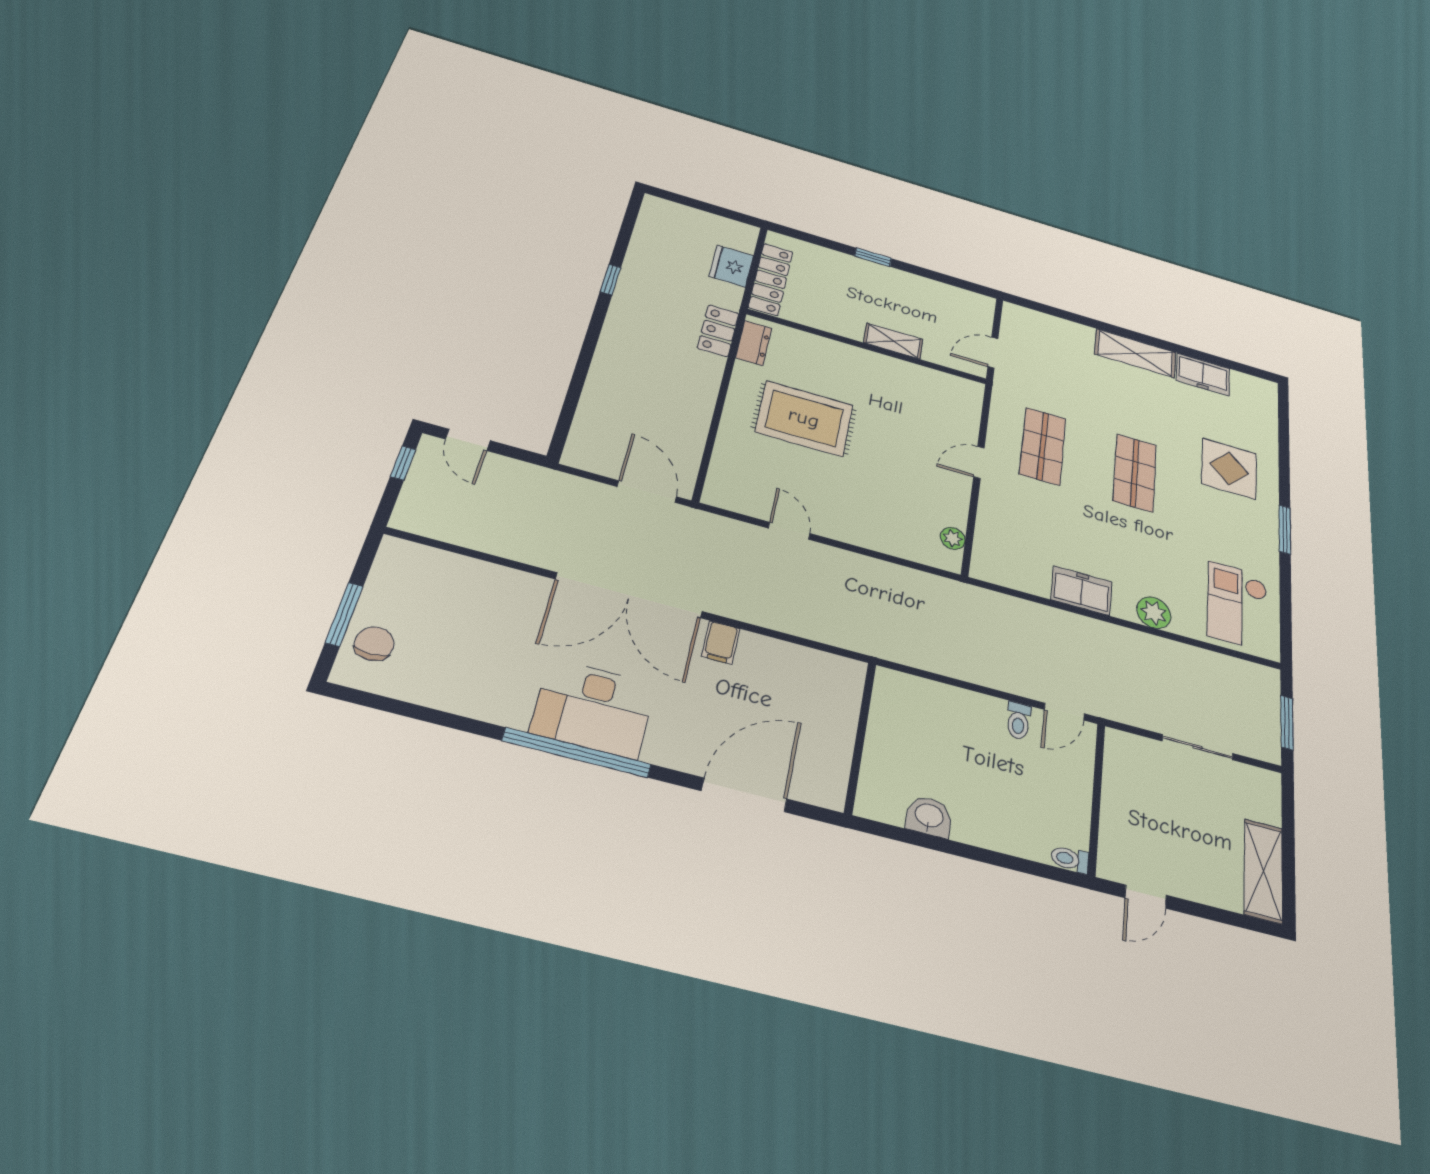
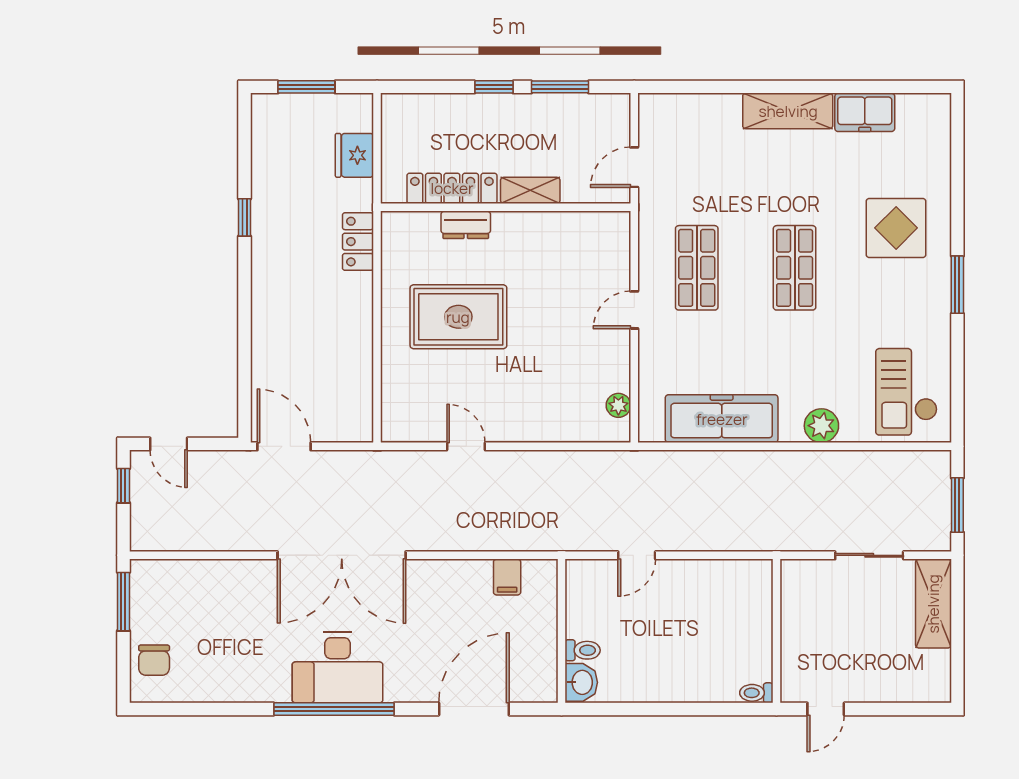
window: (699, 205) -> (306, 87), added
window: (933, 275) -> (560, 87), added
locker: (771, 279) -> (452, 188), moved, turned -90
dresser: (754, 343) -> (466, 225), moved, turned 90
door: (647, 492) -> (284, 446), moved
freezer: (1081, 591) -> (722, 419), width x1.91, depth x1.26
window: (344, 614) -> (123, 602), moved
filing cabinet: (721, 643) -> (507, 577), moved
chair: (374, 644) -> (154, 660), turned 180
door: (1064, 712) -> (637, 555), moved
toilet: (1018, 721) -> (583, 650), moved, turned -90
washbasin: (929, 816) -> (581, 682), moved, turned 90
shelving: (1263, 871) -> (933, 604), moved

